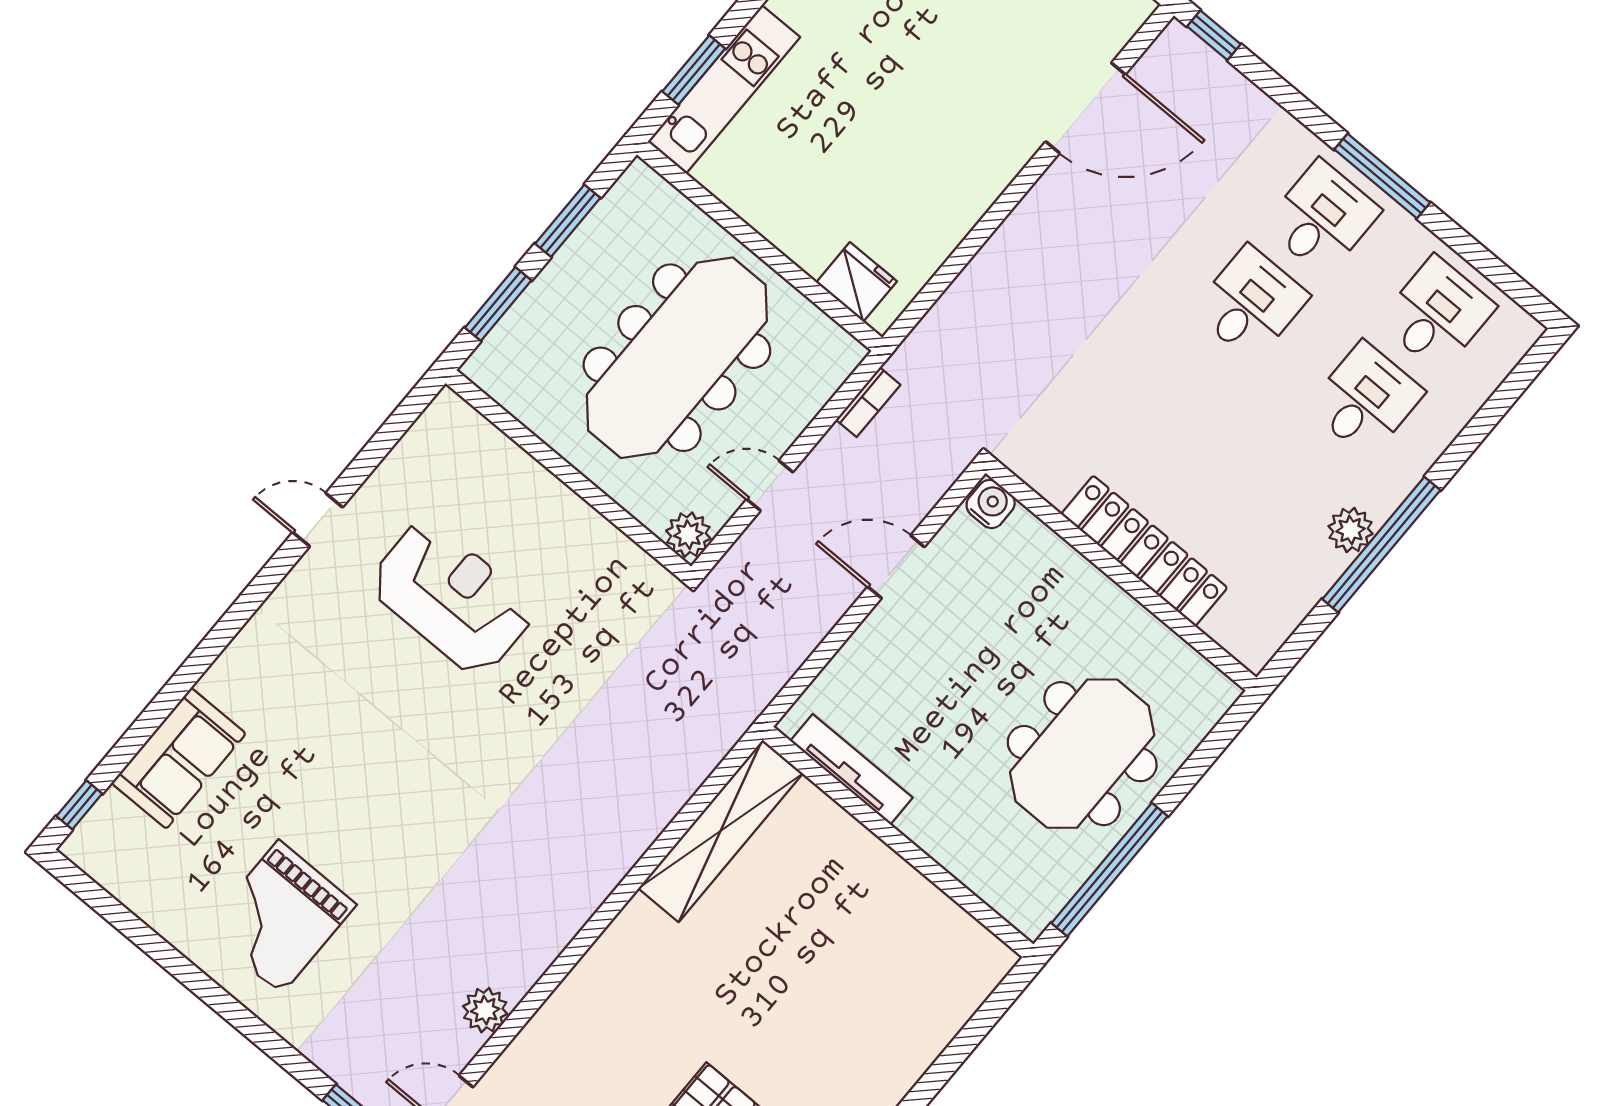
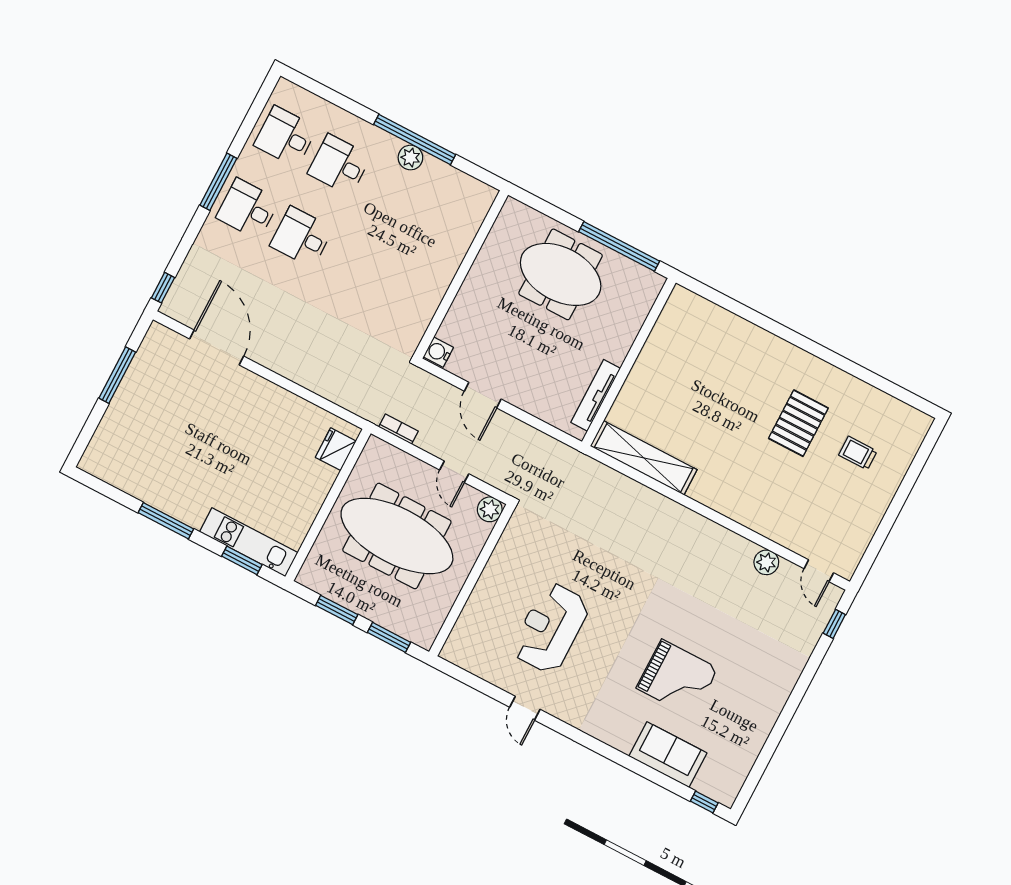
locker: (1144, 551) -> (445, 265), removed
grand piano: (280, 917) -> (677, 678), moved

